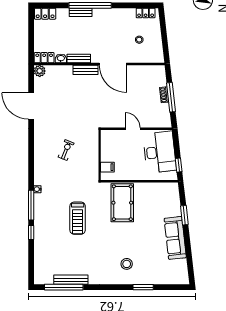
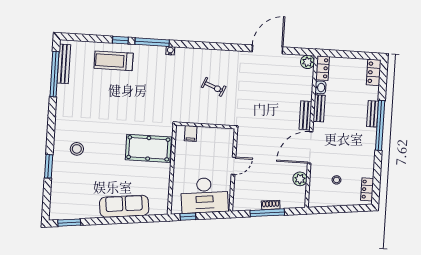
plant: (140, 71) -> (300, 179), added
window: (184, 215) -> (69, 223), moved
treadmill: (78, 218) -> (114, 61), moved
sofa: (175, 238) -> (124, 206), moved
bench: (71, 280) -> (64, 64), moved

